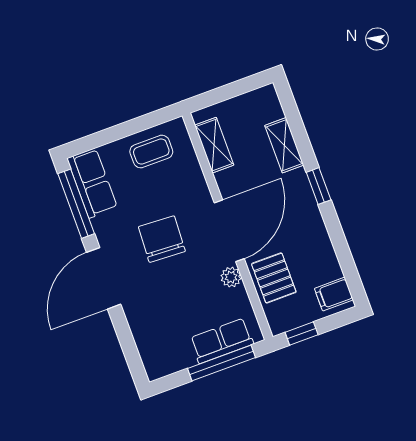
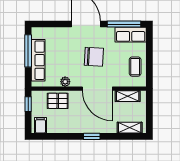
shelving: (284, 145) -> (130, 128), moved
door: (229, 231) -> (97, 89), moved
row of seats: (222, 341) -> (38, 60), width x1.48
window: (221, 363) -> (28, 51), moved

